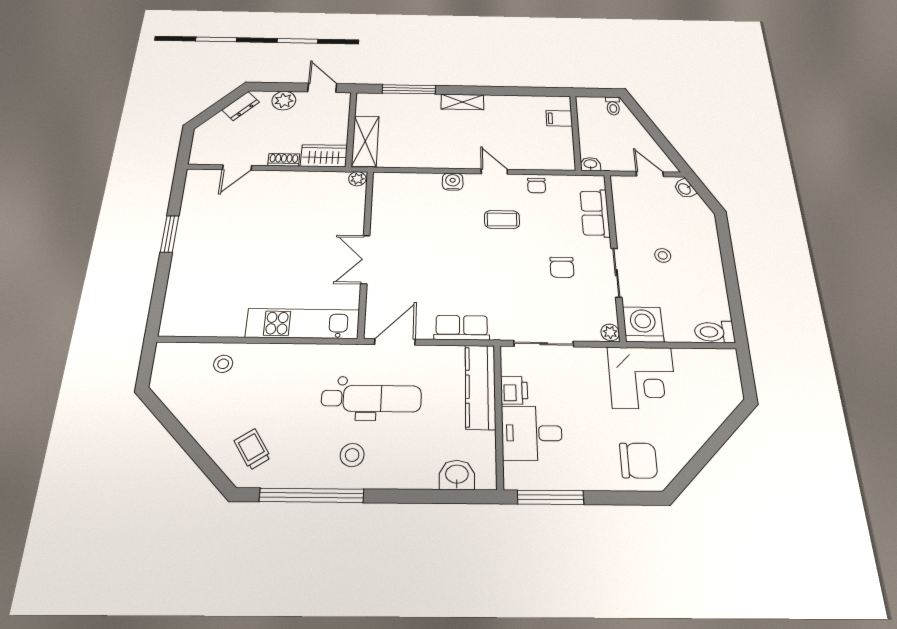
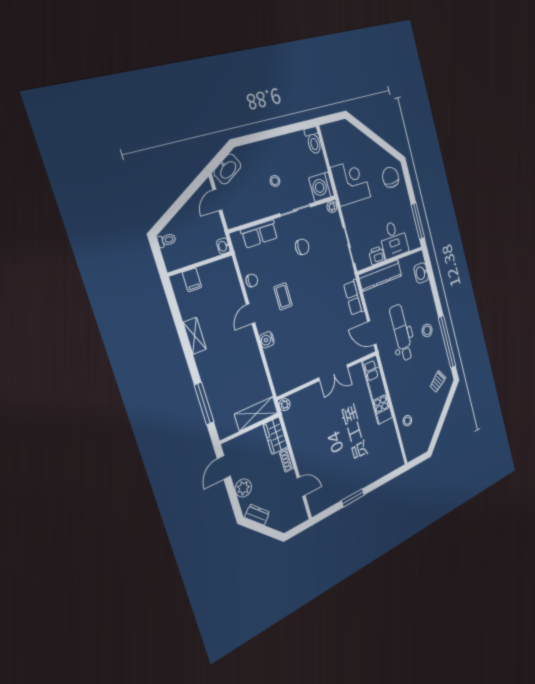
shelving: (462, 102) -> (195, 336), moved
washbasin: (685, 189) -> (227, 169), width x1.91, depth x1.45

